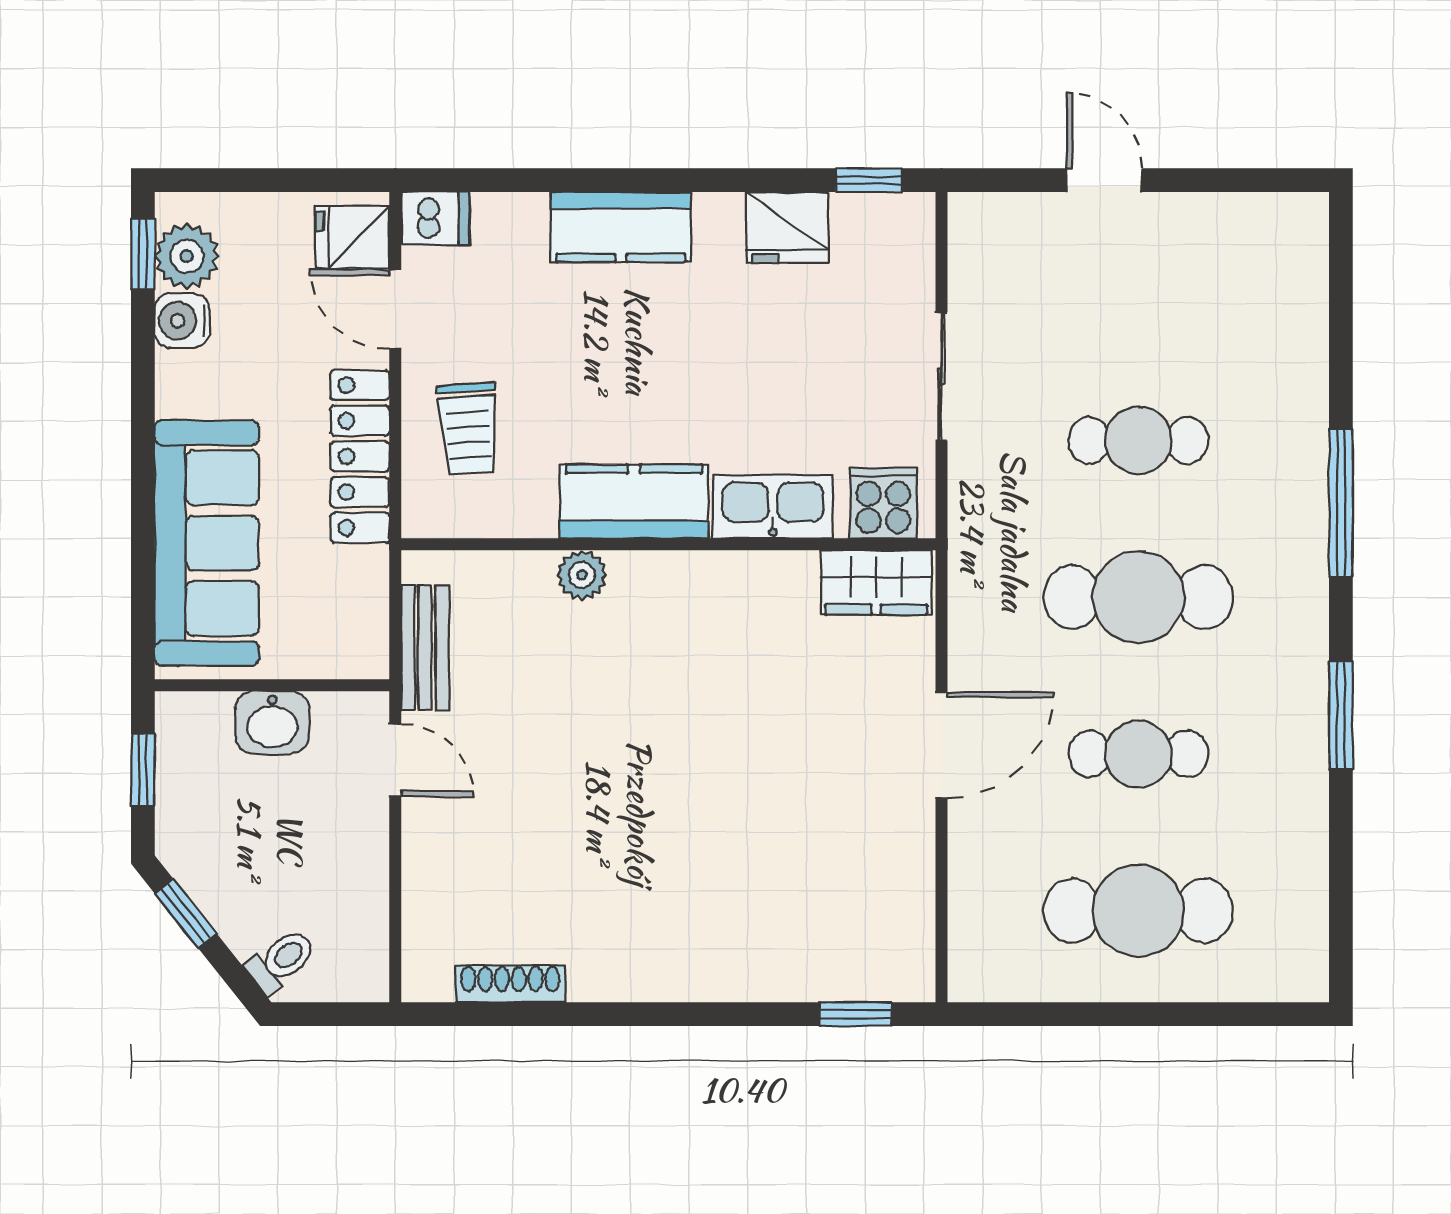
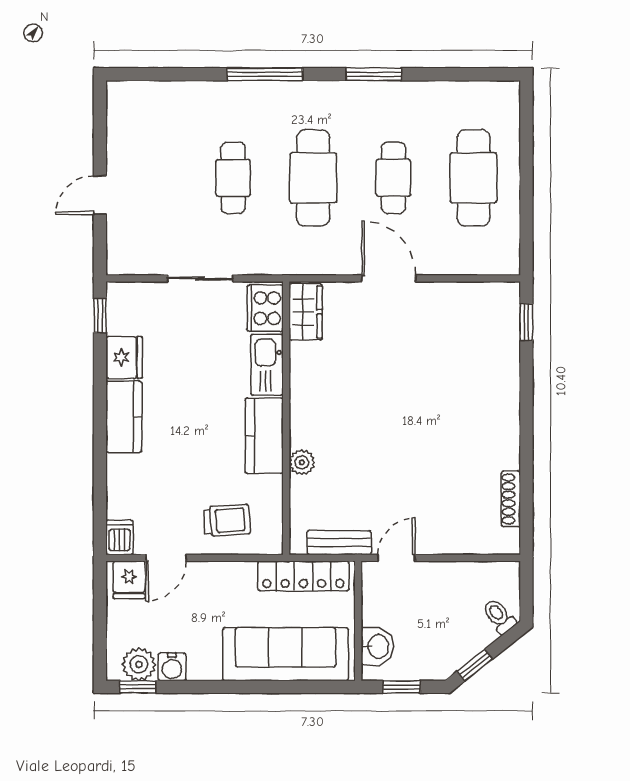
kitchen counter: (621, 227) -> (124, 417), moved
locker: (360, 456) -> (303, 576), moved
cooker: (883, 503) -> (265, 308), width x1.36
washbasin: (272, 722) -> (377, 646), moved

